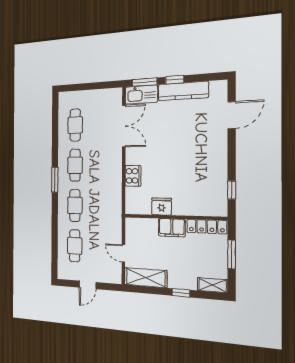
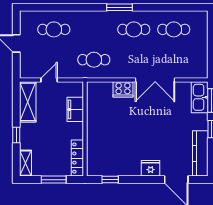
kitchen counter: (183, 91) -> (200, 153), moved
double door: (124, 126) -> (155, 80), moved
cafe table: (75, 205) -> (94, 60), moved
fridge: (161, 206) -> (151, 168), moved, turned -90
filing cabinet: (172, 228) -> (75, 109), moved

